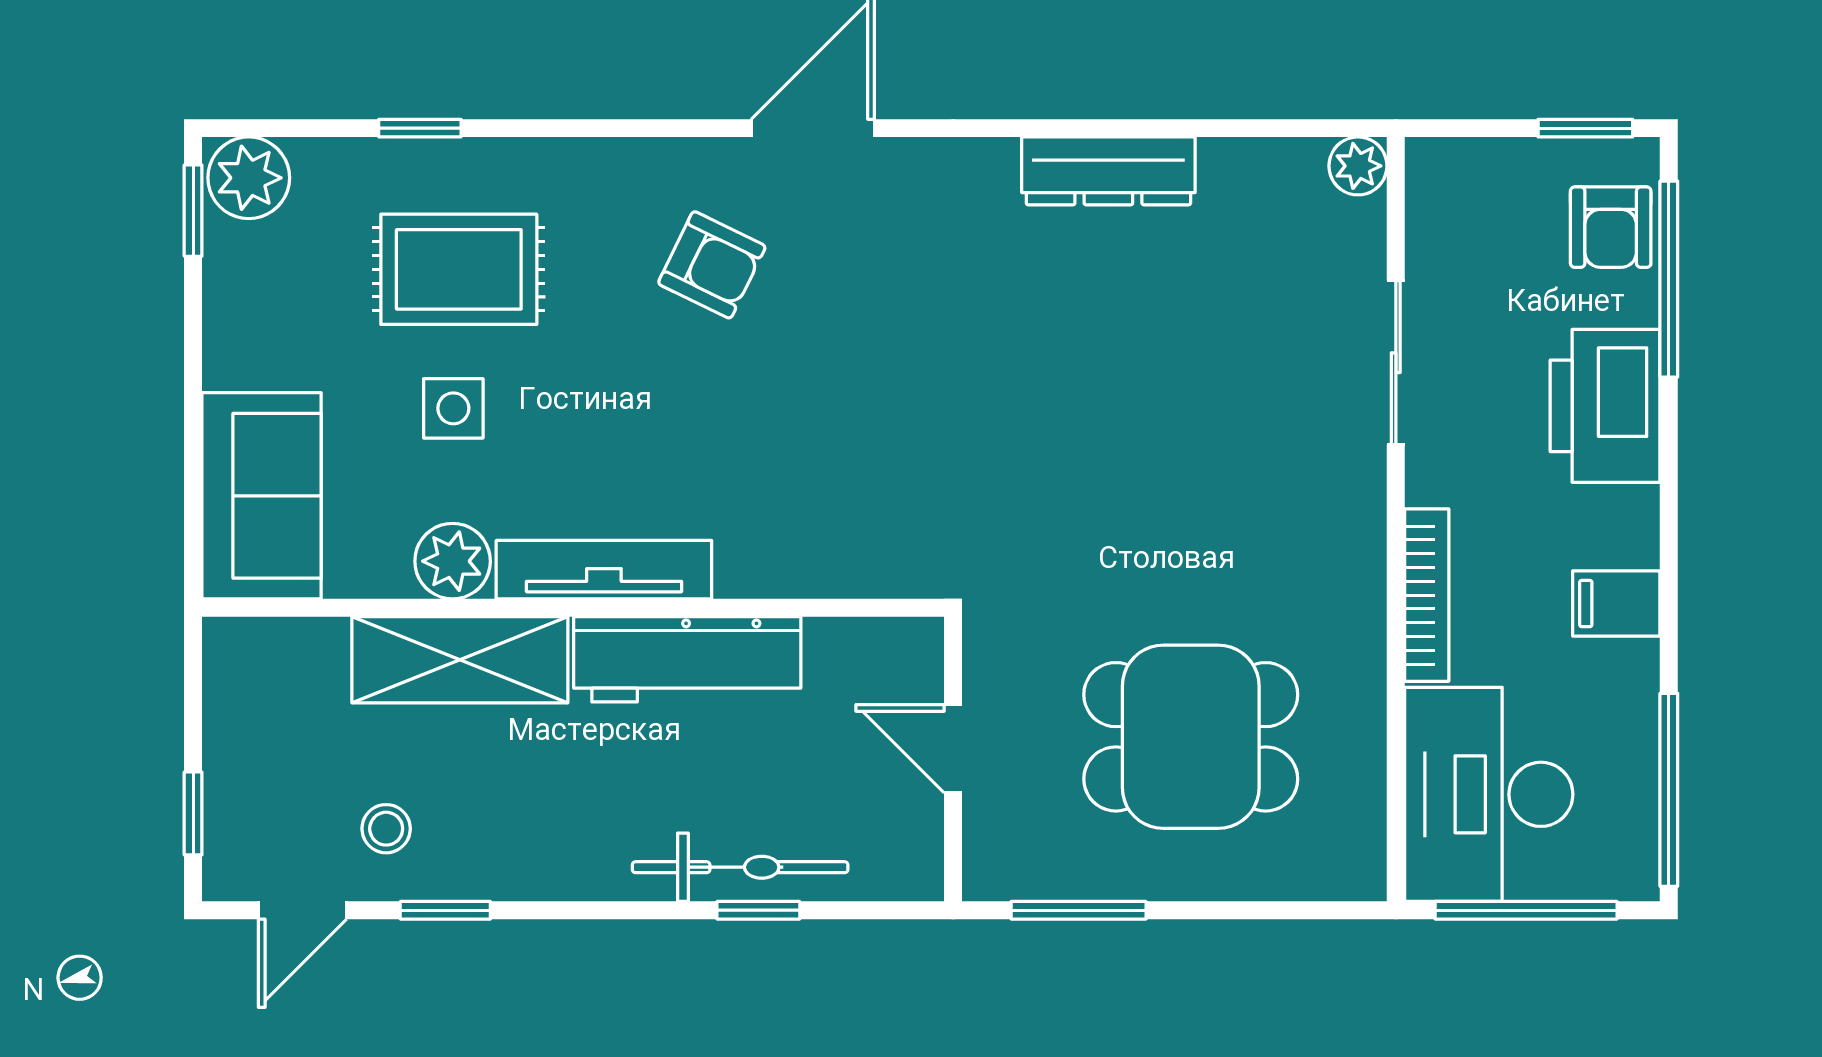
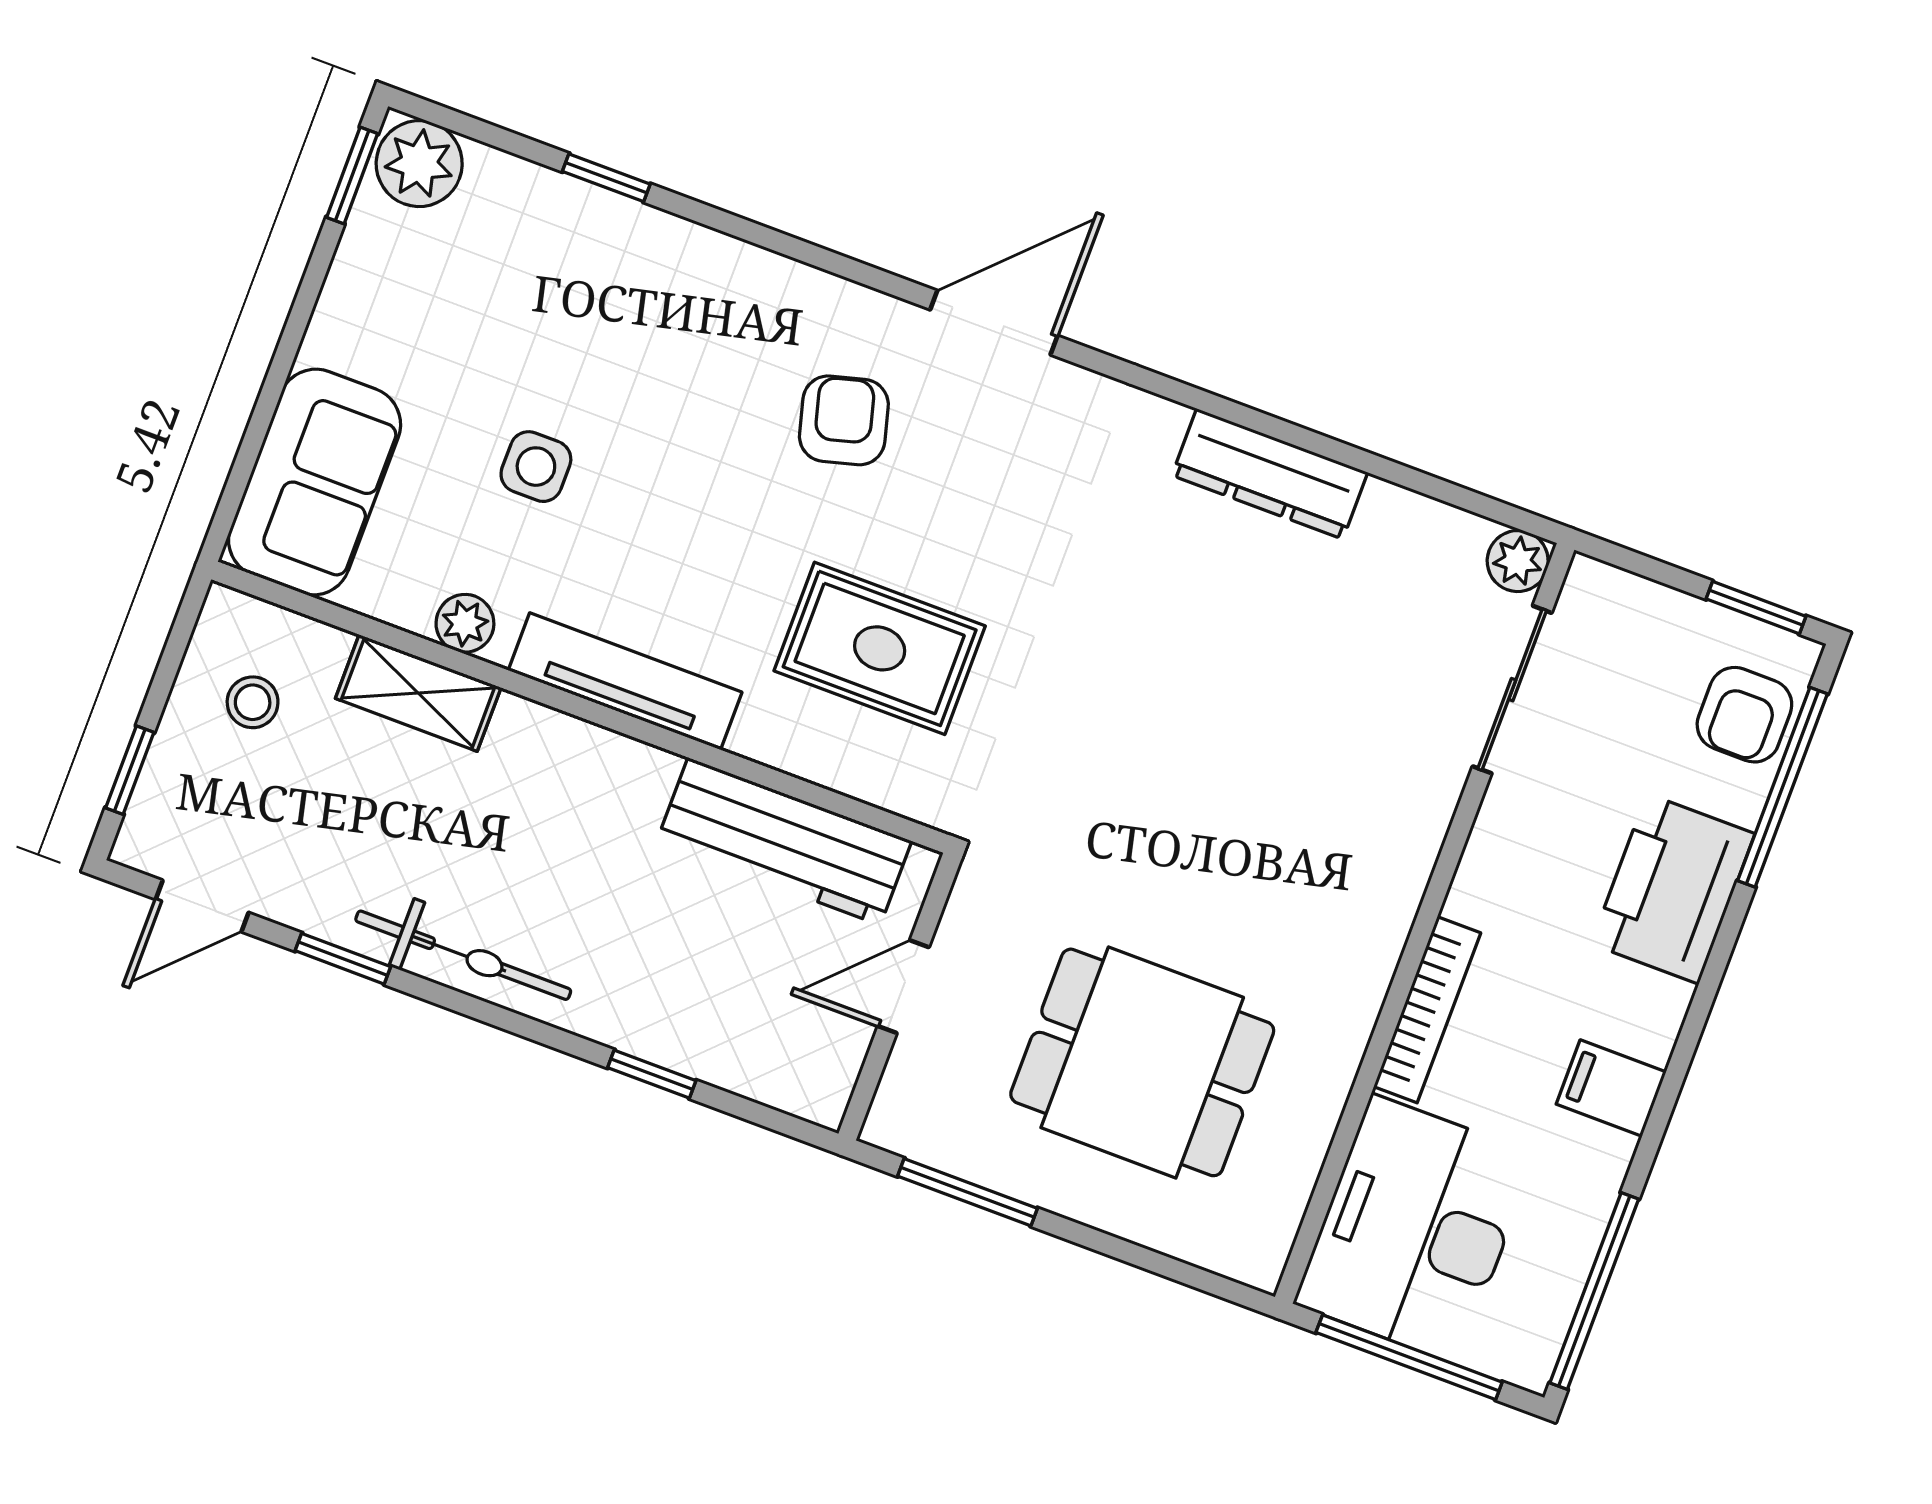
armchair: (712, 265) -> (844, 420), turned -131
rug: (459, 269) -> (880, 648), moved
sliding door: (1396, 363) -> (1512, 690), moved
plant: (453, 561) -> (465, 623), width x0.73, depth x0.73
workbench: (687, 659) -> (784, 841), moved
shelving: (460, 660) -> (418, 693), width x0.67, depth x0.75
door: (953, 749) -> (903, 987), hinge flipped
stool: (386, 829) -> (253, 702), moved
bicycle: (740, 867) -> (463, 955), moved

